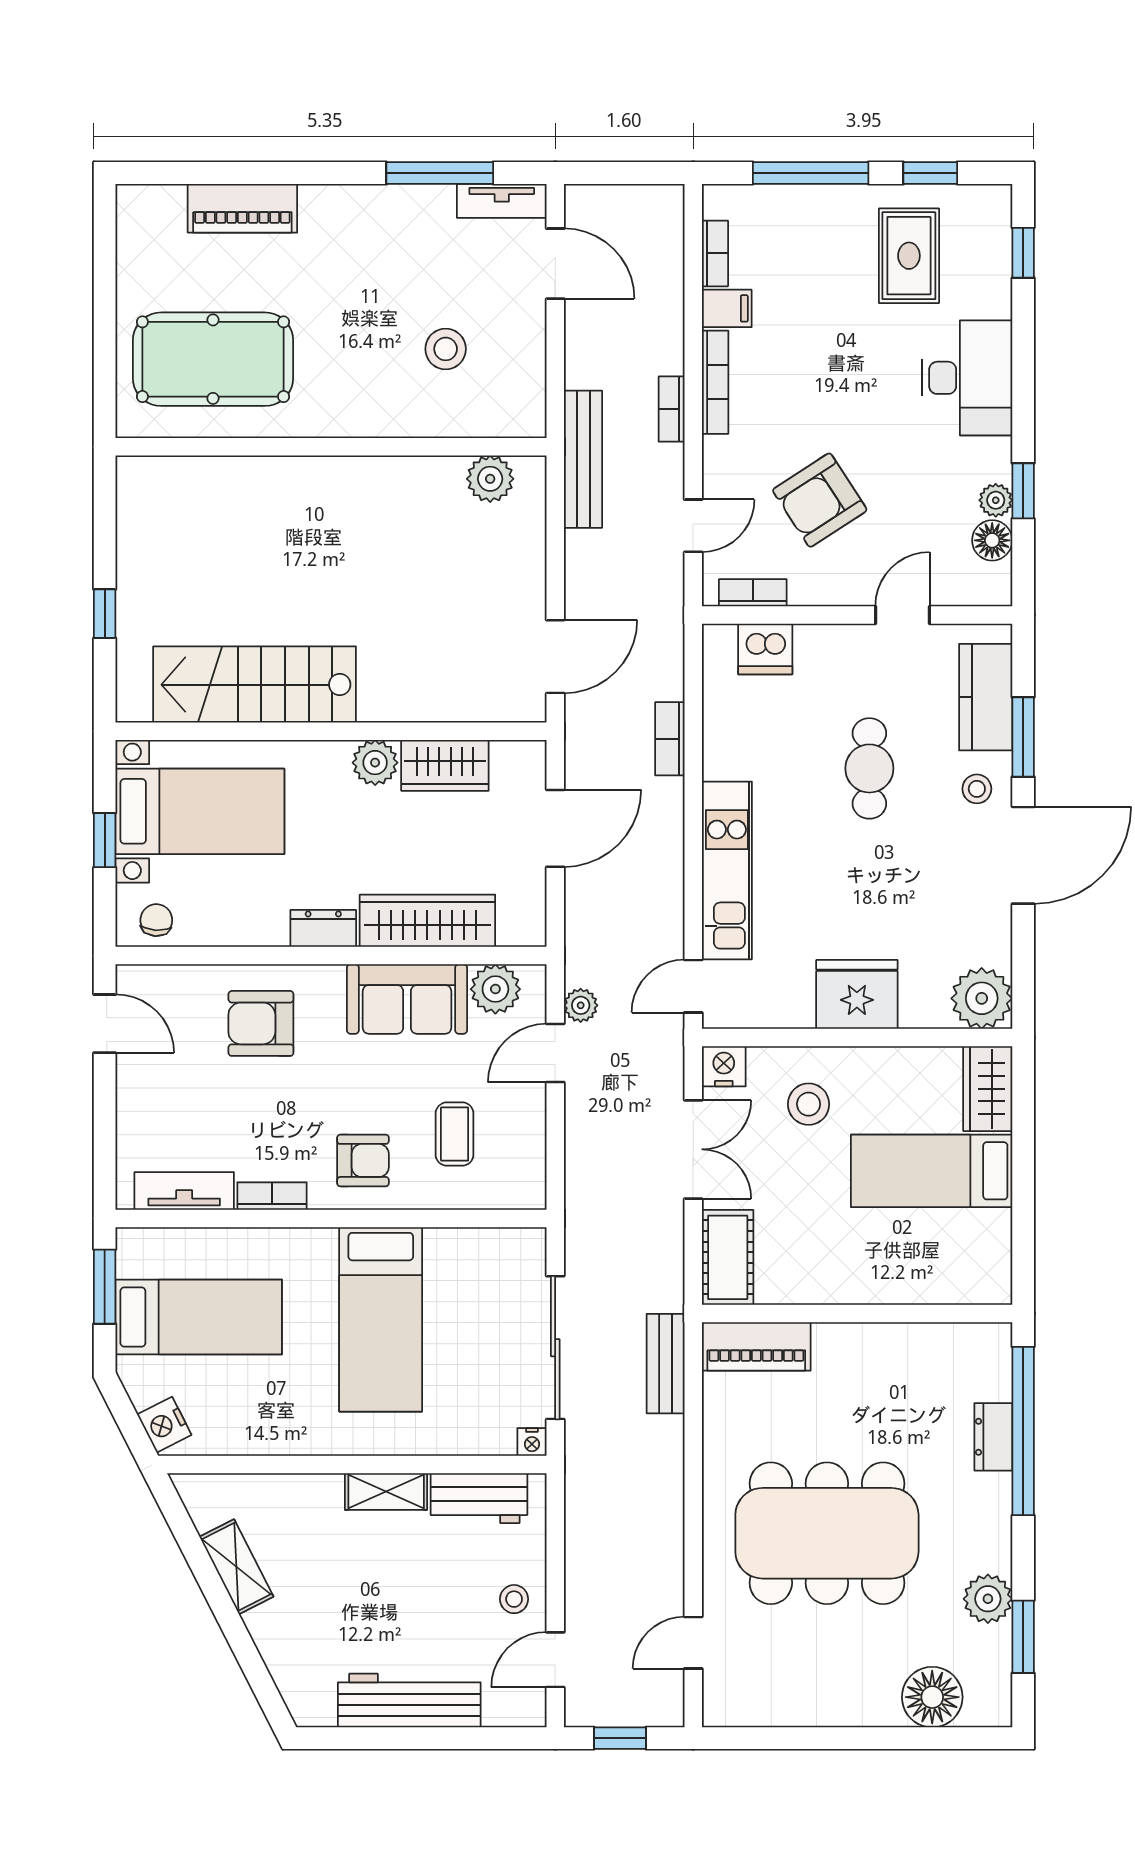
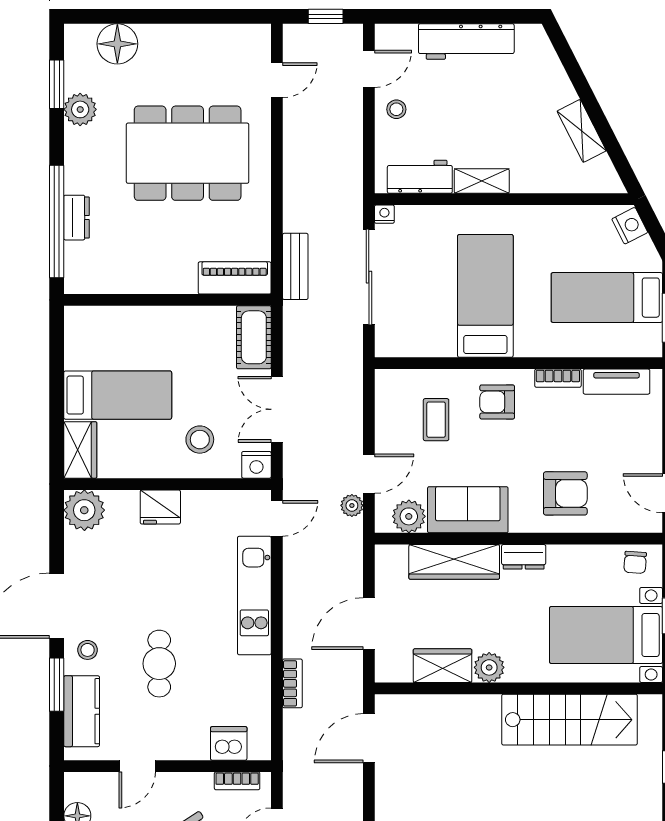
fridge: (857, 994) -> (160, 507), width x0.73, depth x0.75

